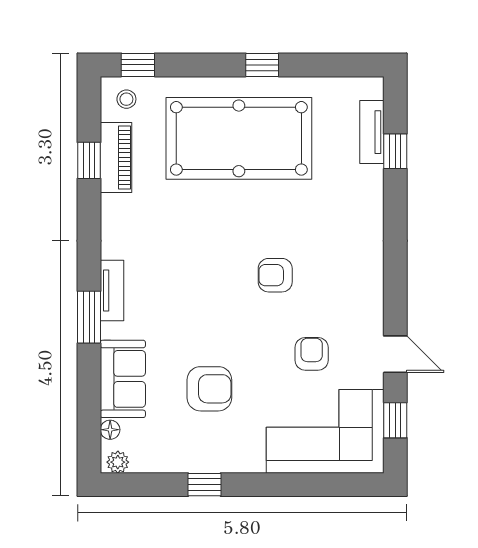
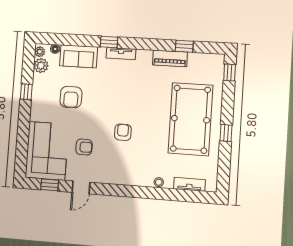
stool: (126, 99) -> (159, 182), moved
window: (395, 151) -> (179, 195), removed
piano: (116, 157) -> (170, 58), moved
window: (89, 317) -> (109, 42), width x0.67
plant: (147, 457) -> (41, 66), added

